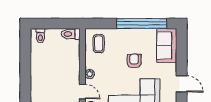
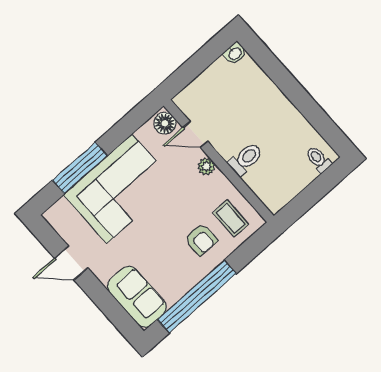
toilet: (71, 34) -> (246, 159), moved
armchair: (134, 61) -> (201, 239), moved

